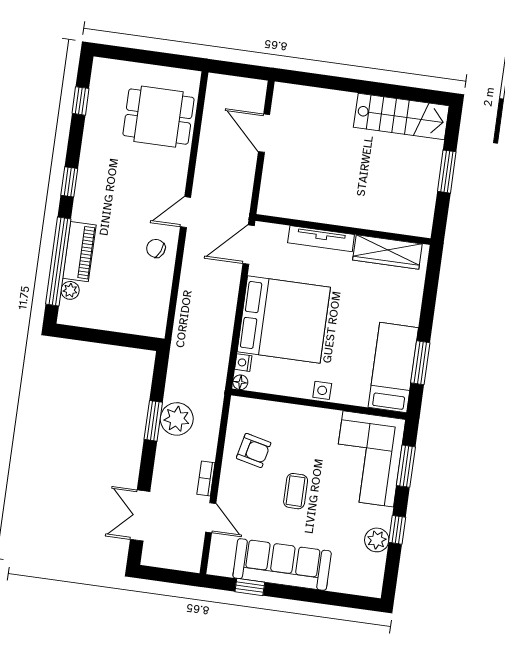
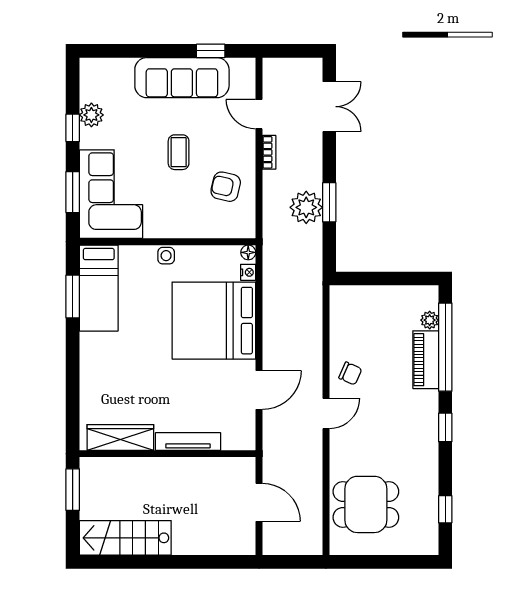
wall: (343, 229) -> (168, 454), moved
tv unit: (321, 239) -> (188, 441), moved
wardrobe: (387, 252) -> (120, 437), moved

